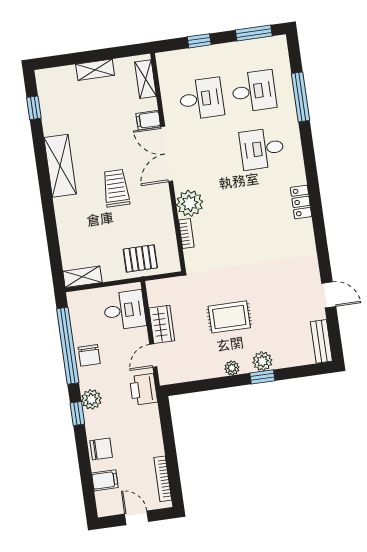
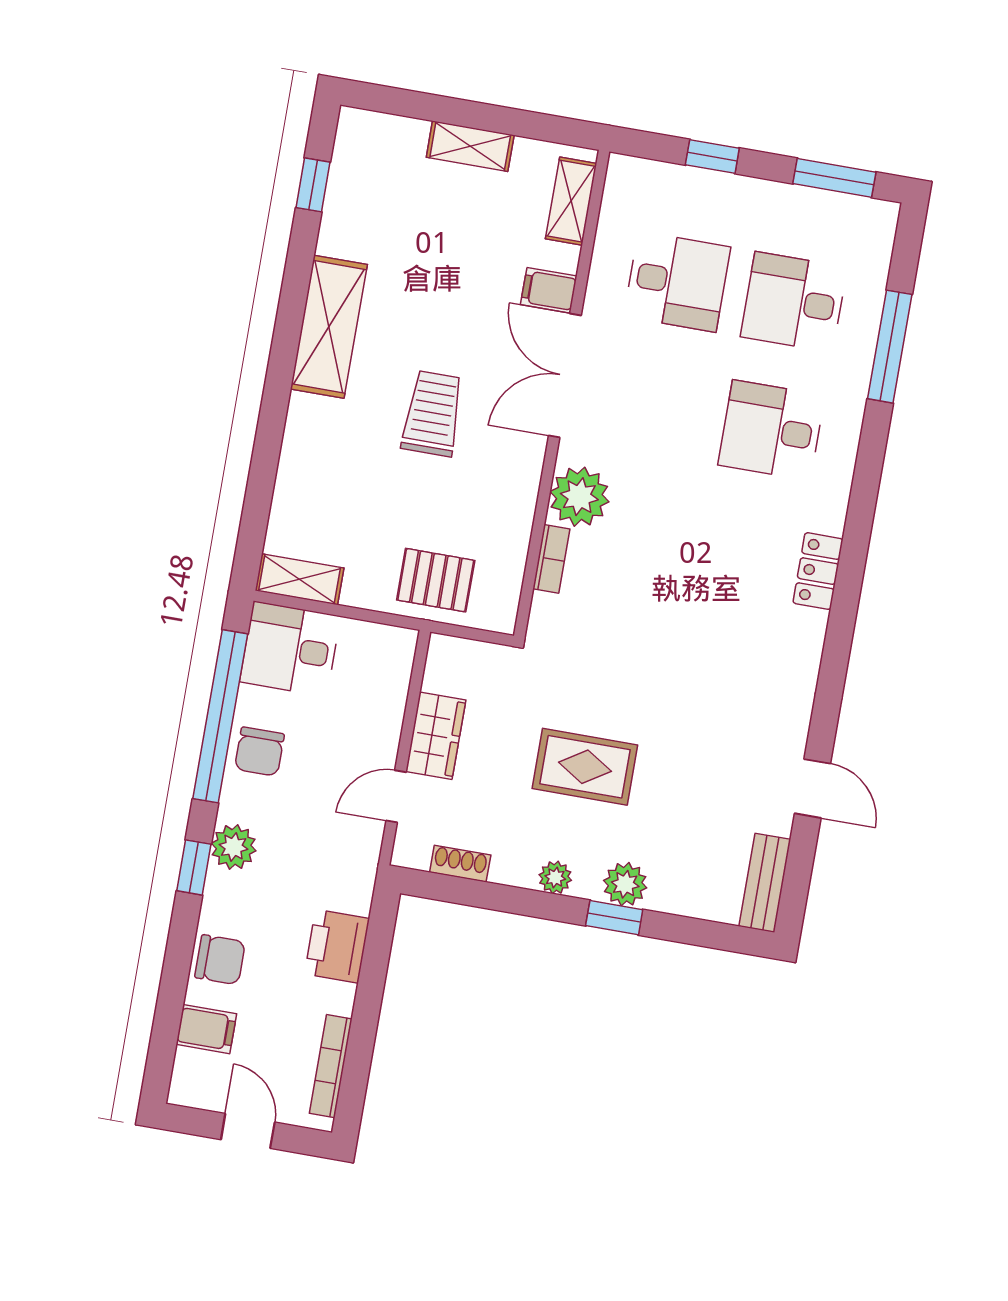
desk: (254, 91) -> (794, 302), turned 180
desk: (124, 310) -> (290, 649), moved, turned 180
shoe rack: (190, 375) -> (460, 864), added
printer: (143, 389) -> (337, 946), moved

